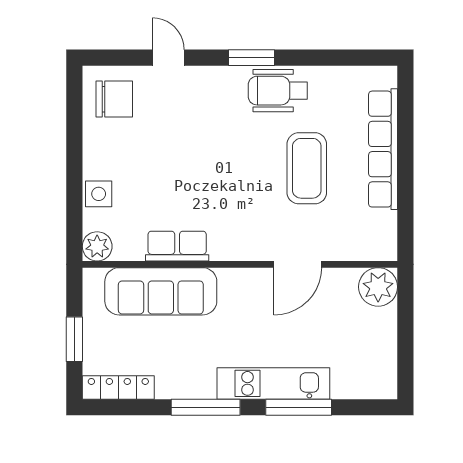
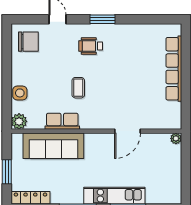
wheelchair: (278, 91) -> (91, 46), moved, width x0.73, depth x0.73
coffee table: (307, 168) -> (78, 88), moved, width x0.54, depth x0.58
plant: (378, 287) -> (176, 138), width x0.53, depth x0.53

